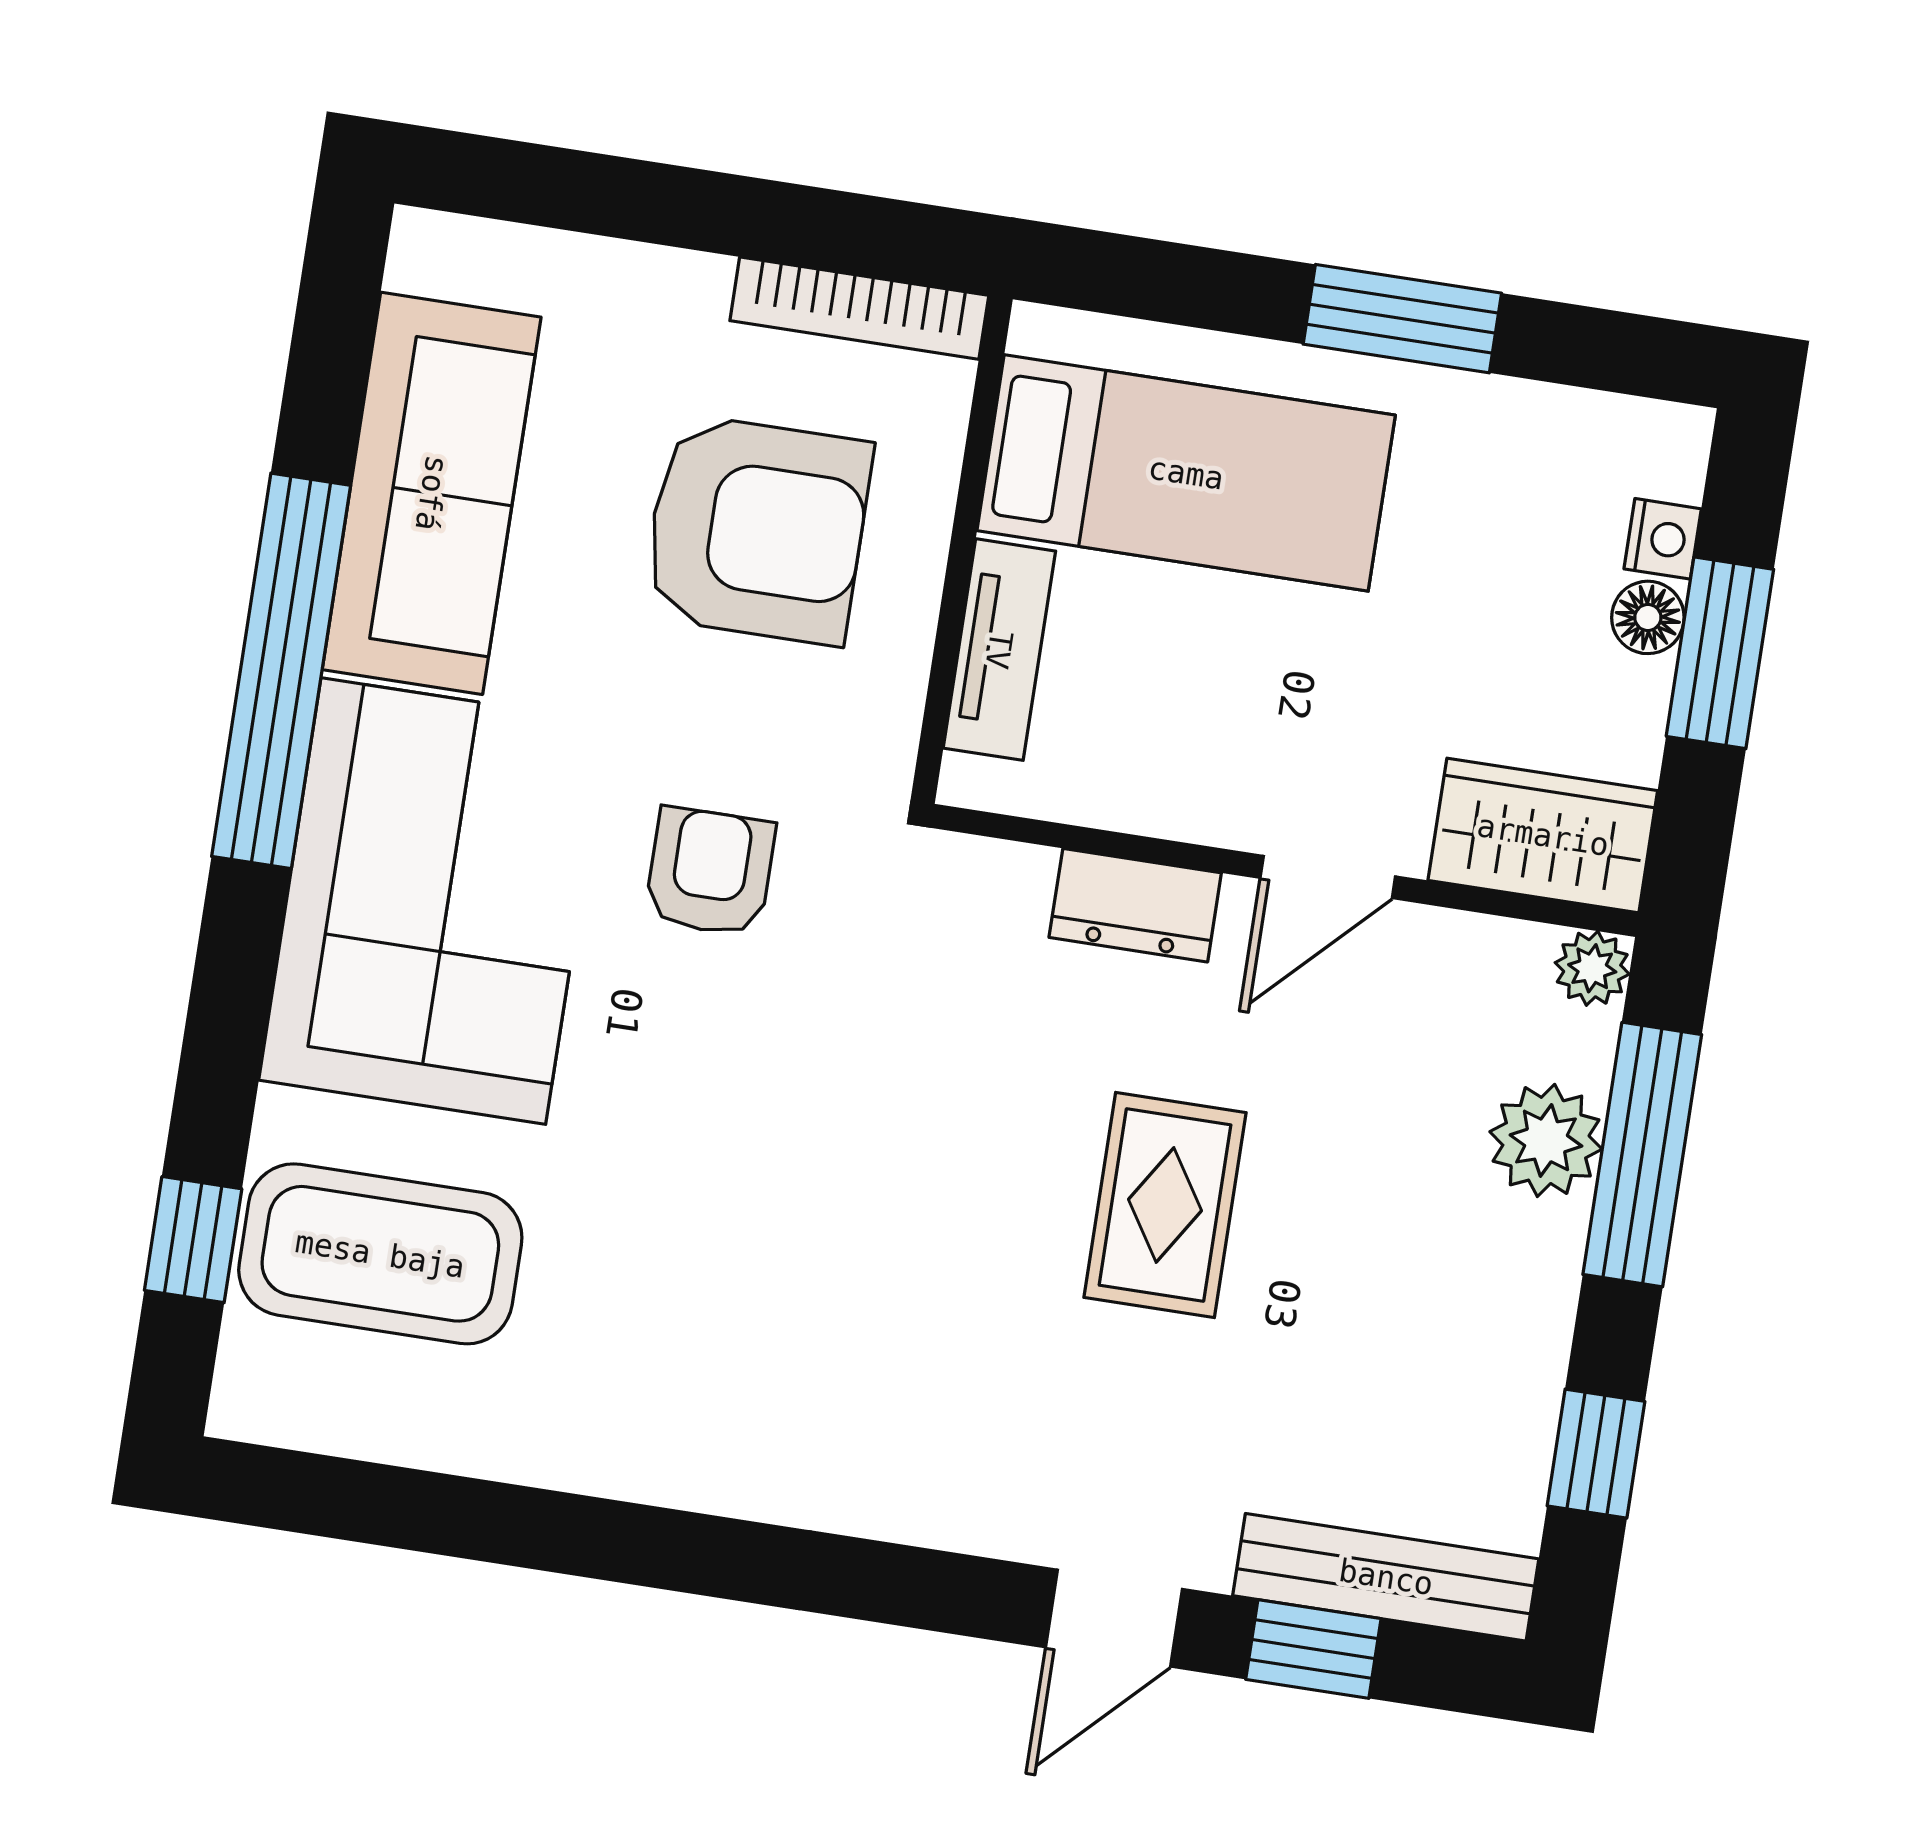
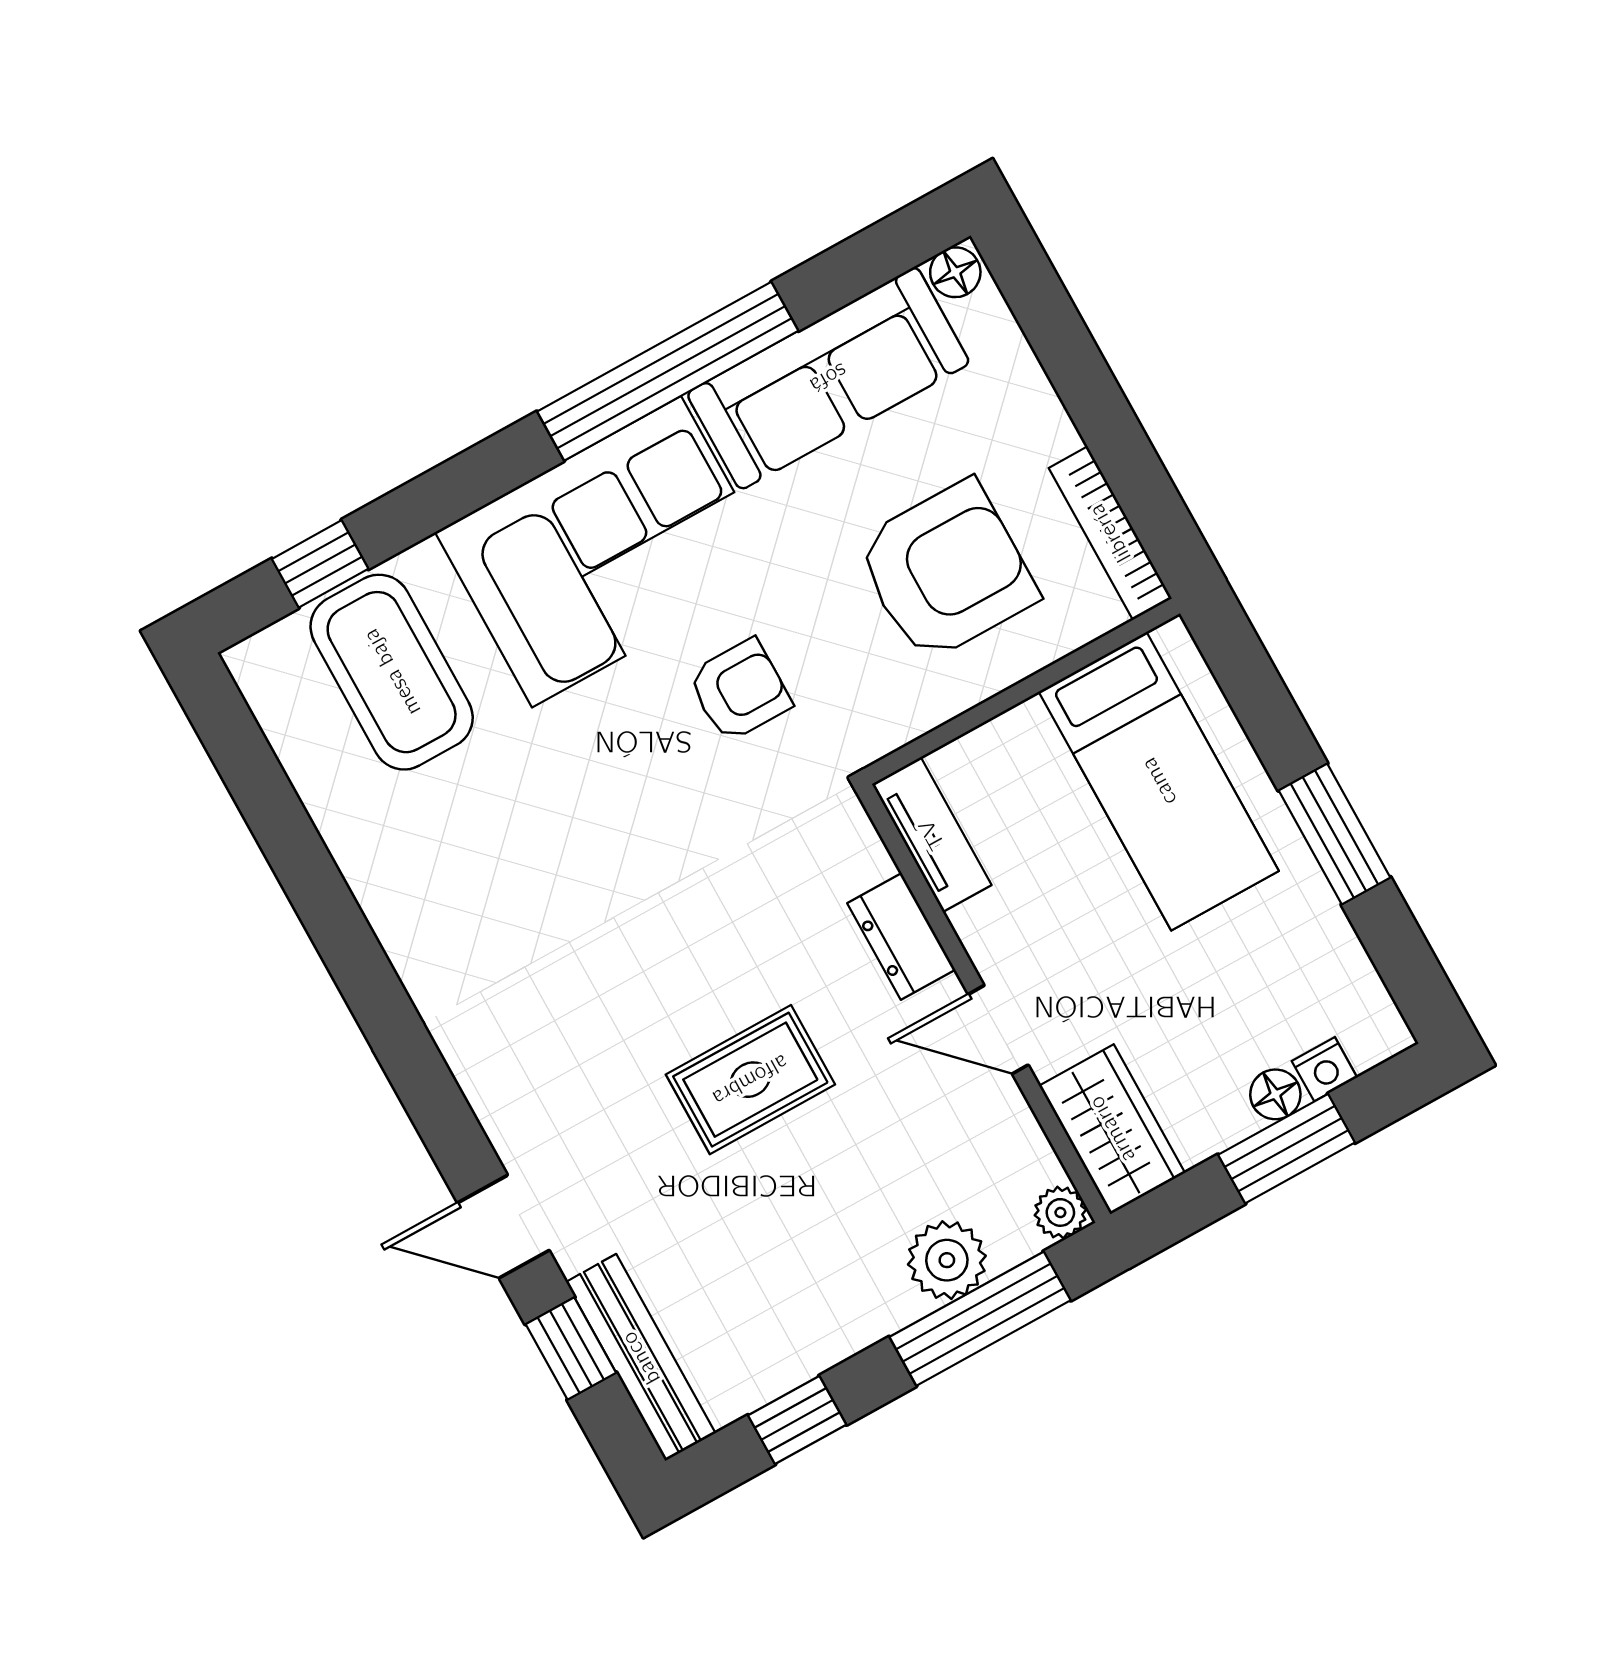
floor lamp: (423, 254) -> (955, 272), added
armchair: (757, 529) -> (946, 571), turned -90
tv unit: (999, 650) -> (932, 835), moved, turned -90

